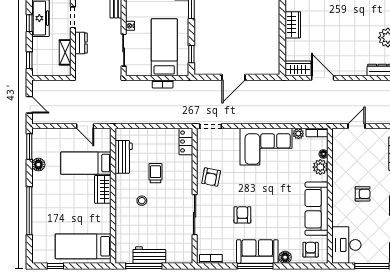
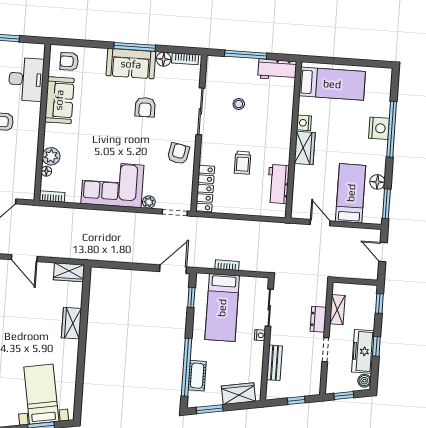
door: (233, 77) -> (173, 269), moved
door: (323, 78) -> (24, 258), moved
plant: (298, 134) -> (149, 202), moved
locker: (186, 142) -> (205, 189), width x1.53
bed: (86, 163) -> (351, 193), moved, turned -90
stool: (142, 201) -> (239, 104), moved
sofa: (317, 209) -> (59, 100), width x0.73
nightstand: (40, 211) -> (379, 128), added
nightstand: (105, 211) -> (304, 123), added
desk: (346, 245) -> (26, 79), moved
armchair: (311, 250) -> (69, 61), turned 90
workbench: (149, 255) -> (277, 70), moved
floor lamp: (285, 257) -> (164, 59), moved
window: (55, 266) -> (366, 63), removed
window: (144, 266) -> (246, 55), moved

